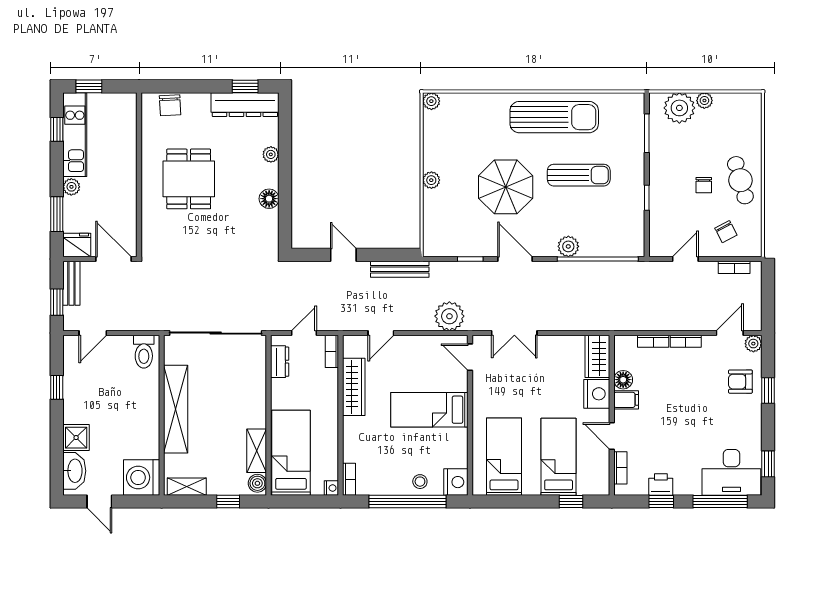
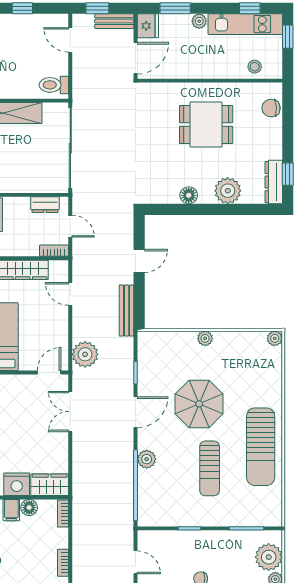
dresser: (245, 105) -> (274, 182), width x0.73, depth x0.80
stool: (123, 124) -> (255, 67), added
plant: (271, 154) -> (228, 191), width x1.88, depth x1.88
bookcase: (653, 341) -> (63, 514), moved

